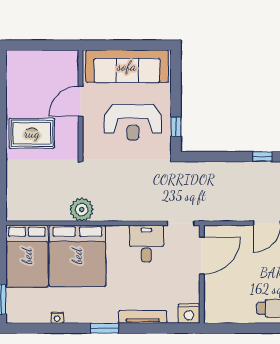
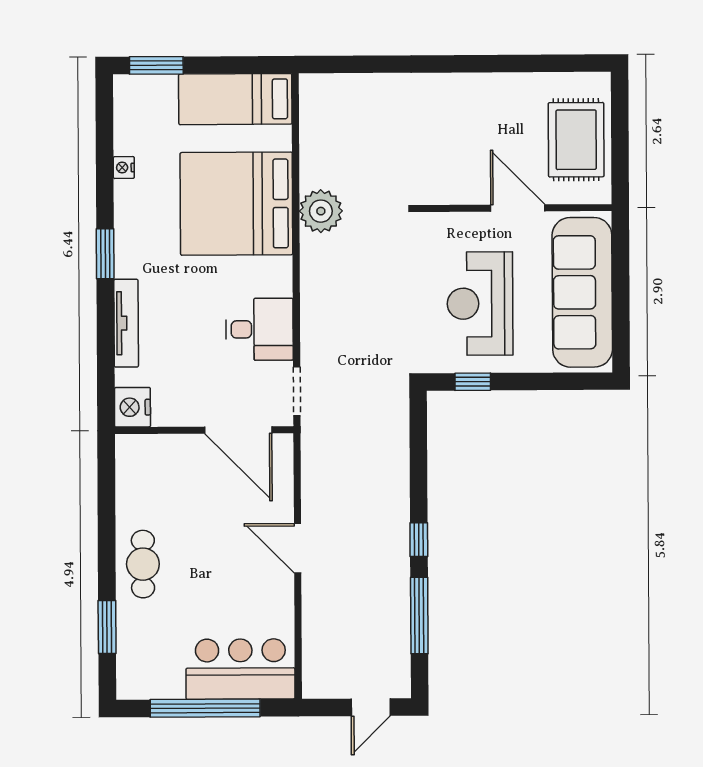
rug: (32, 133) -> (576, 140), moved
bed: (27, 256) -> (235, 99), width x0.67

